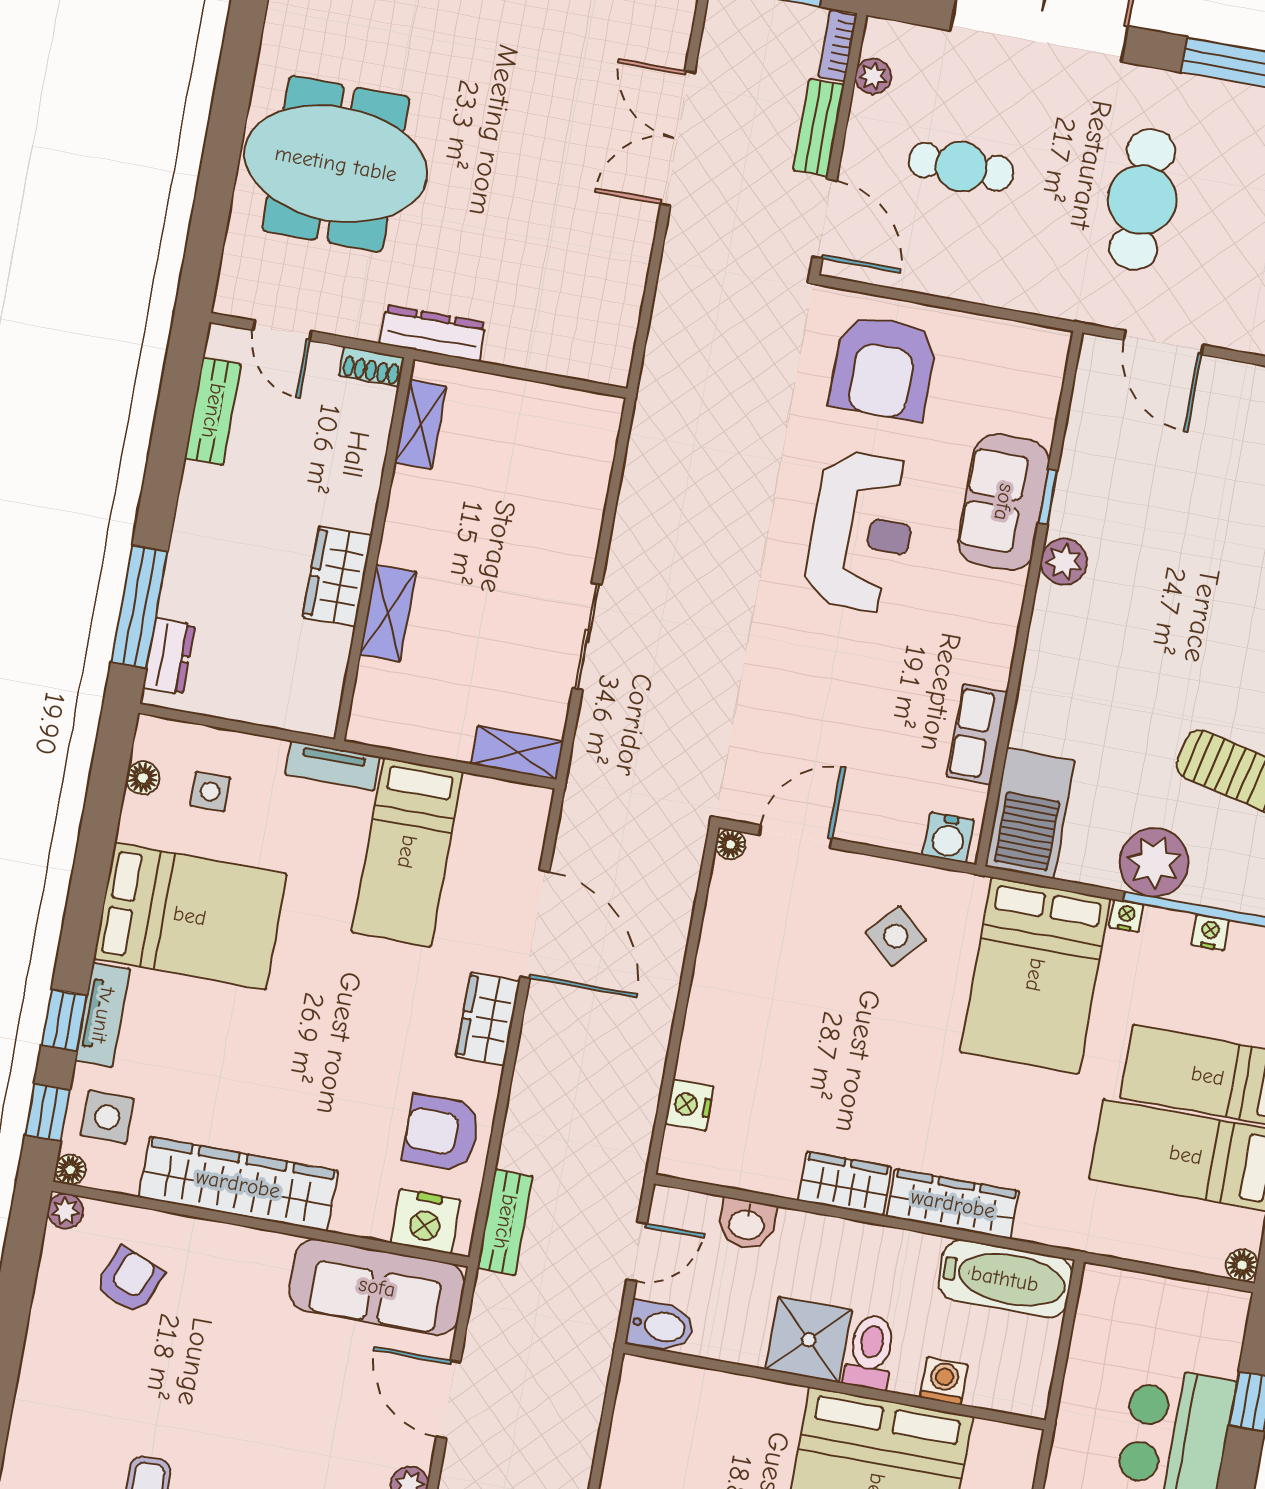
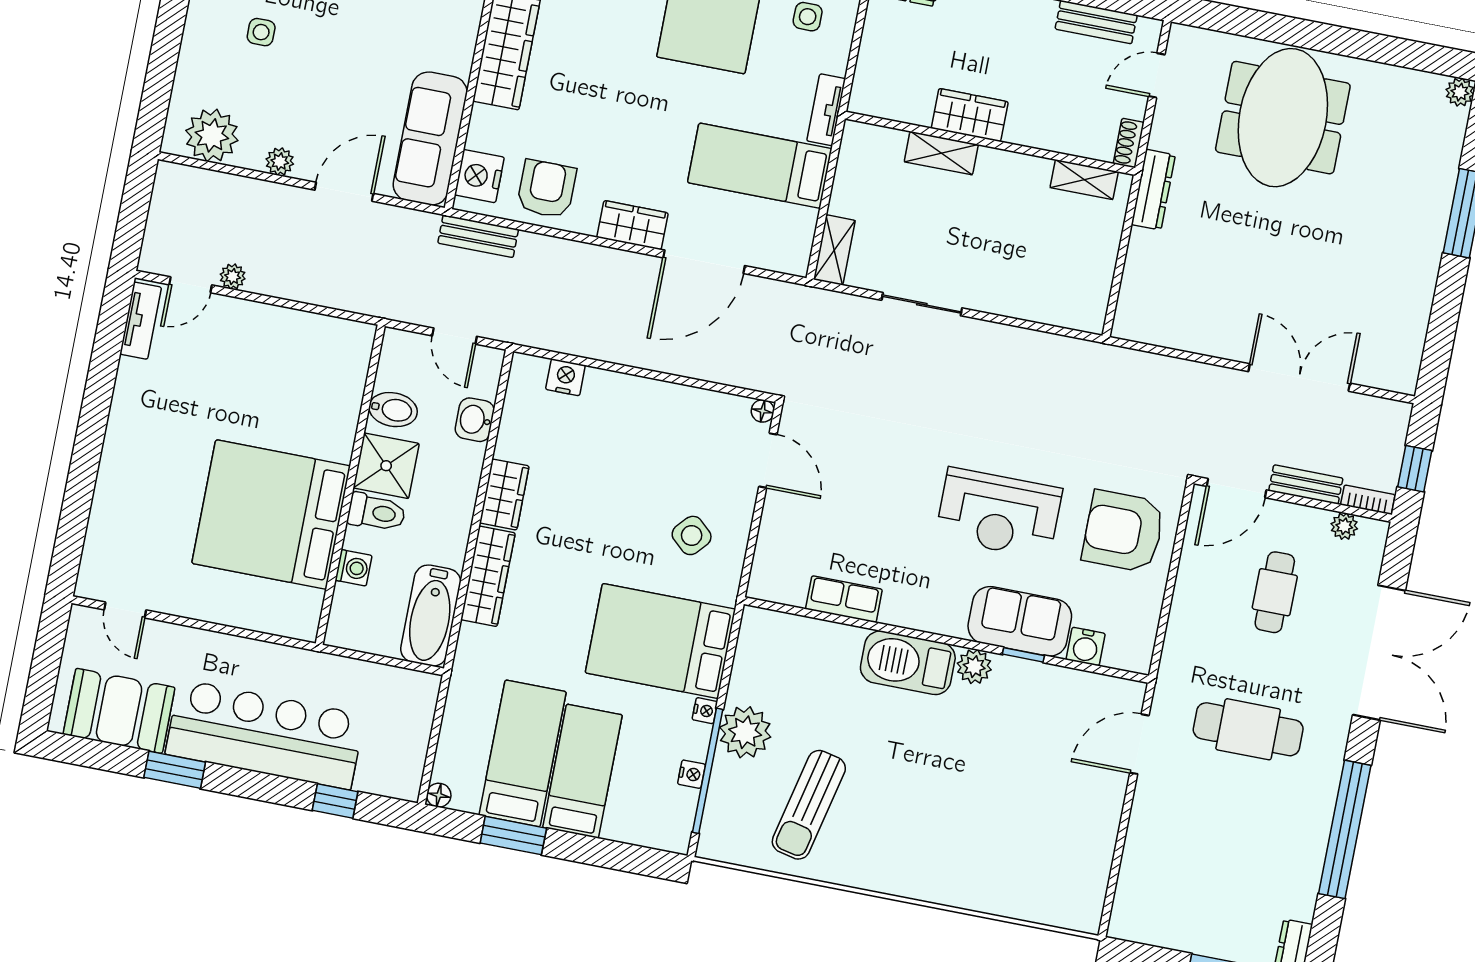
barbecue: (1030, 814) -> (908, 663), moved
water cooler: (948, 838) -> (1086, 647), moved, turned -90
bidet: (660, 1326) -> (393, 410), moved, turned -90

